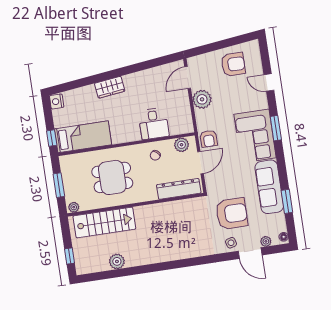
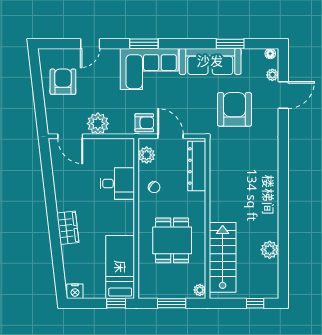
side table: (231, 243) -> (268, 115), removed

